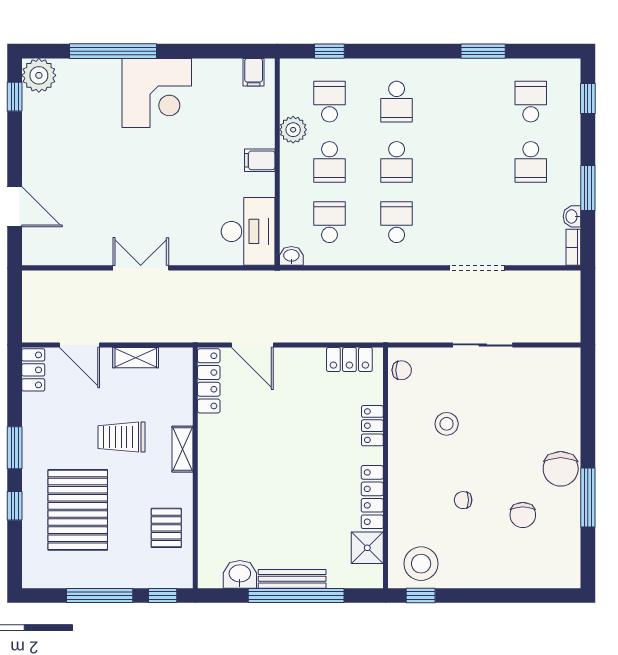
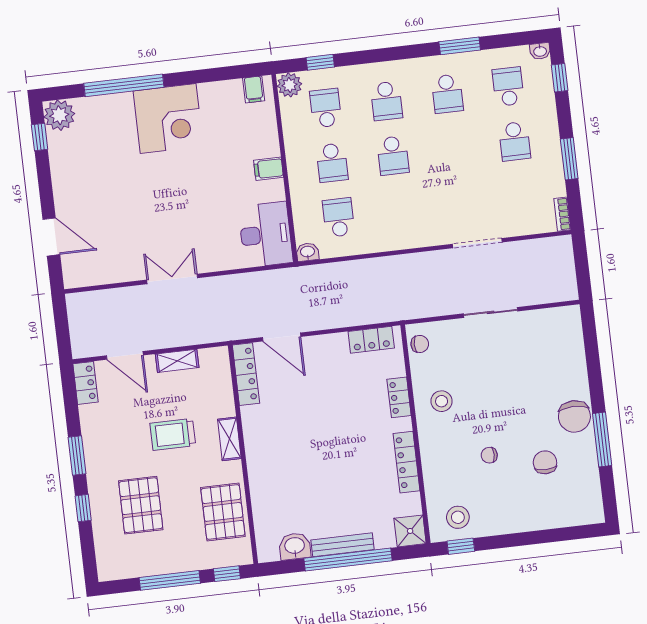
plant: (293, 130) -> (289, 85), moved
washbasin: (572, 216) -> (540, 51), moved, turned -90
school desk: (397, 222) -> (447, 94), moved, turned 180
stool: (447, 424) -> (442, 401), moved
pallet: (78, 510) -> (141, 505), width x0.73, depth x0.71
chair: (523, 515) -> (545, 462), turned 180
pallet: (166, 528) -> (223, 512), width x1.50, depth x1.42
shower: (367, 548) -> (410, 531), moved
stool: (421, 564) -> (458, 517), width x0.73, depth x0.73

